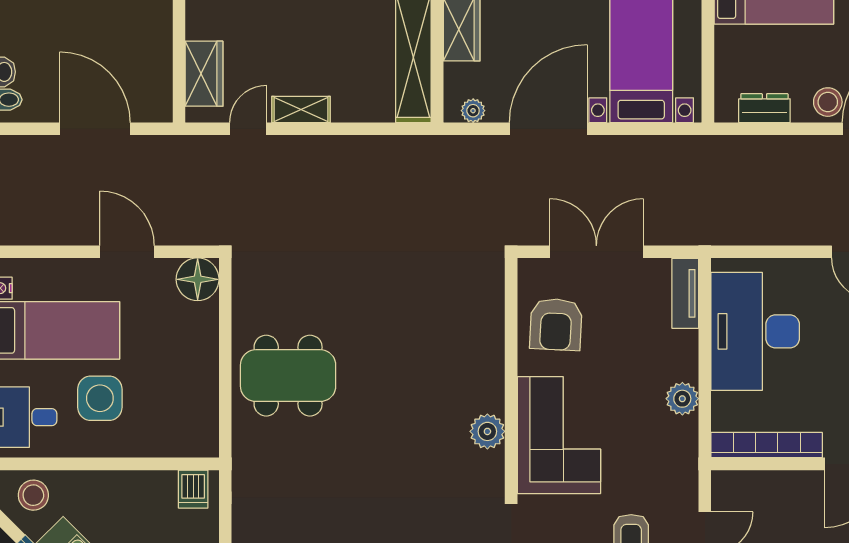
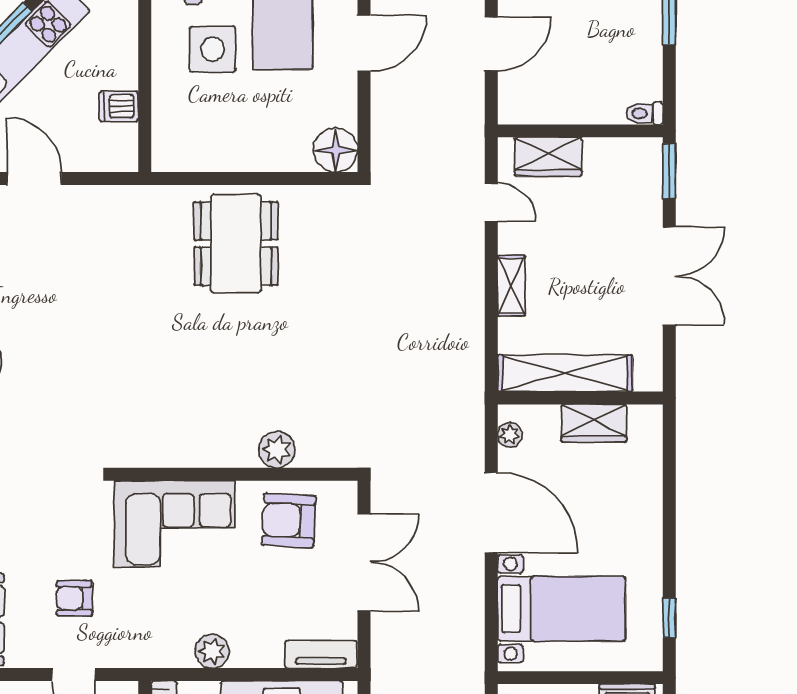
shelving: (301, 109) -> (511, 286), moved
door: (95, 129) -> (491, 44), width x0.73
door: (127, 252) -> (364, 43), moved
plant: (487, 431) -> (277, 450), moved
dishwasher: (193, 489) -> (119, 106), moved

